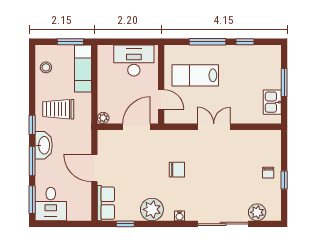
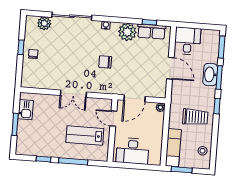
lab bench: (195, 75) -> (85, 135), turned 180
washbasin: (44, 145) -> (210, 75), moved
row of seats: (106, 203) -> (151, 32), moved, turned -90
desk: (51, 204) -> (188, 41), moved

